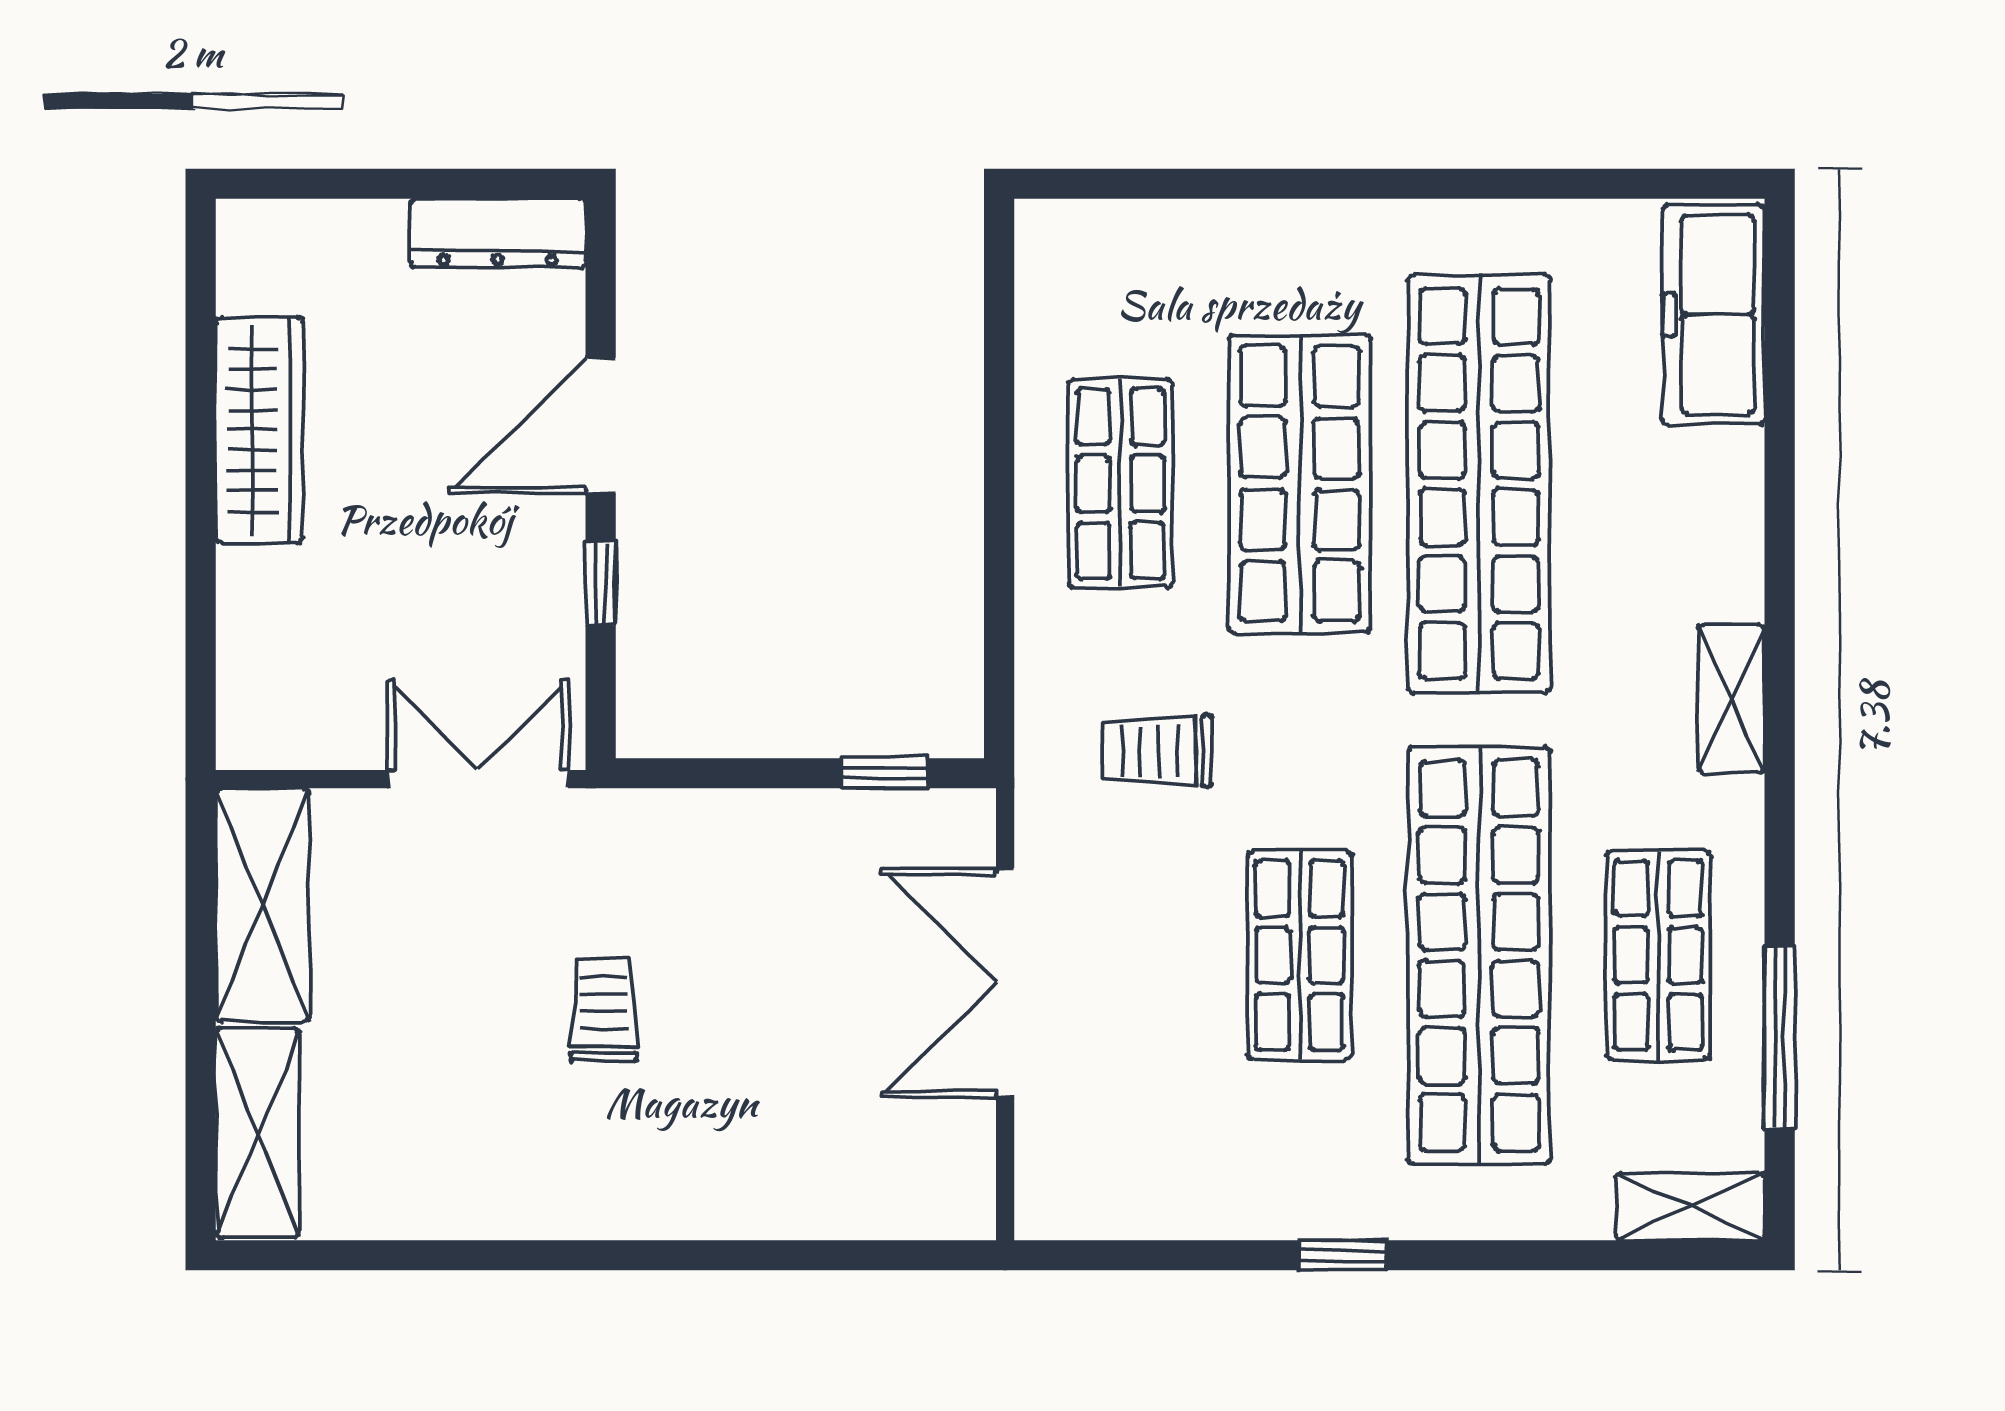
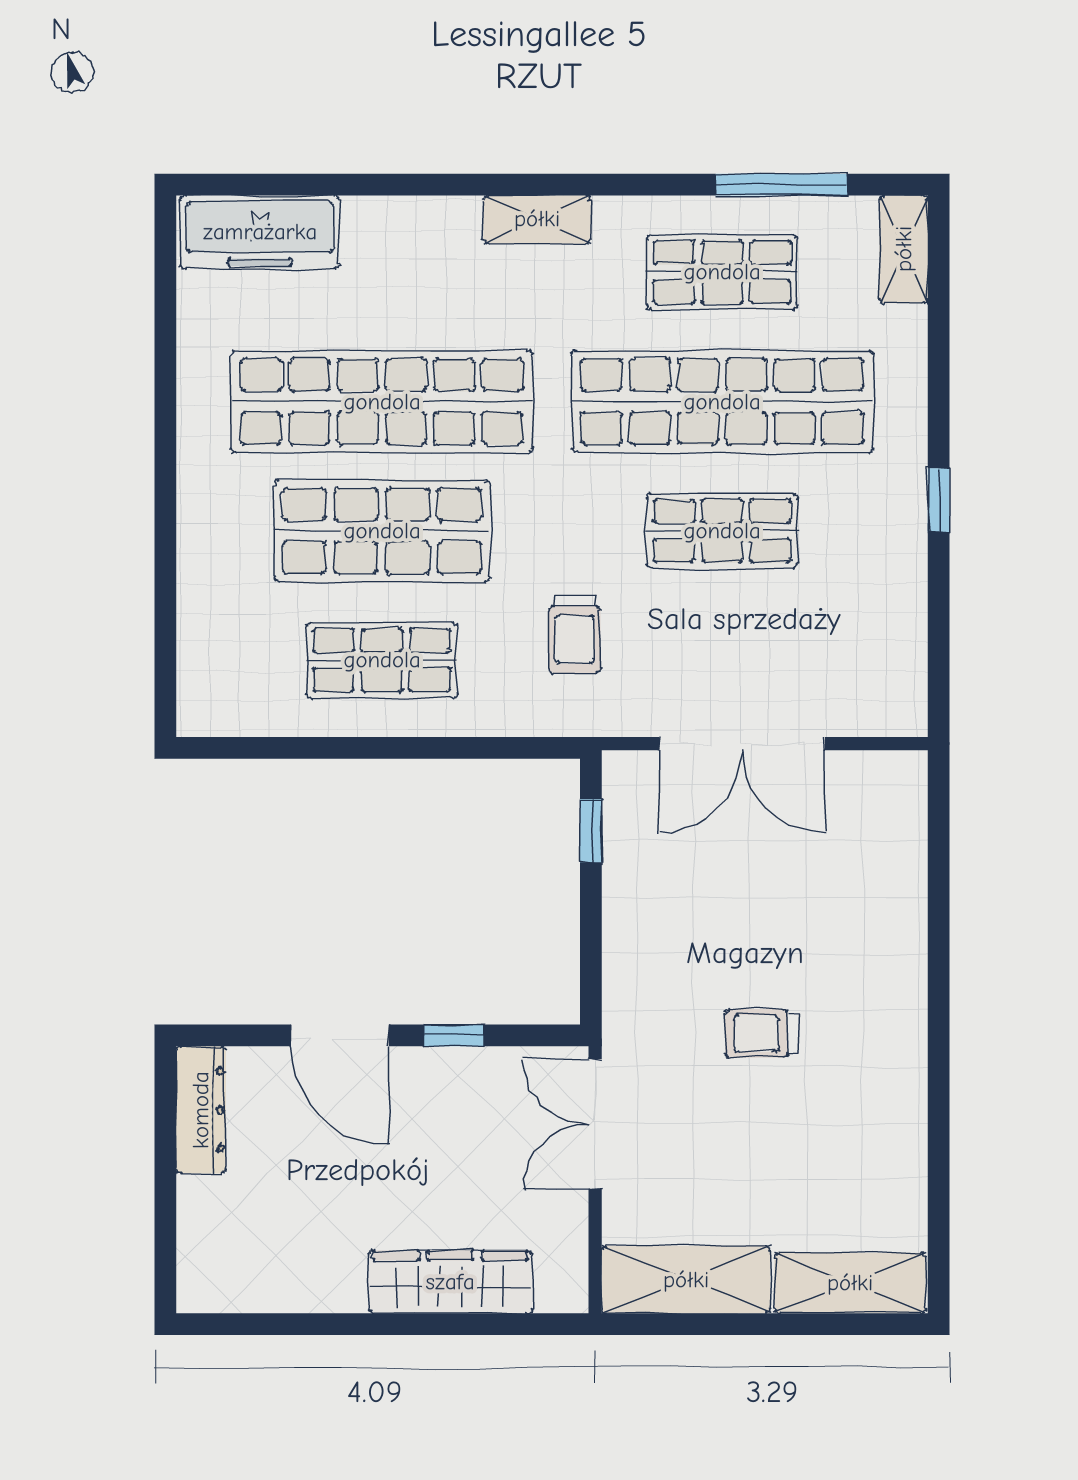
wardrobe: (259, 430) -> (450, 1282), moved

